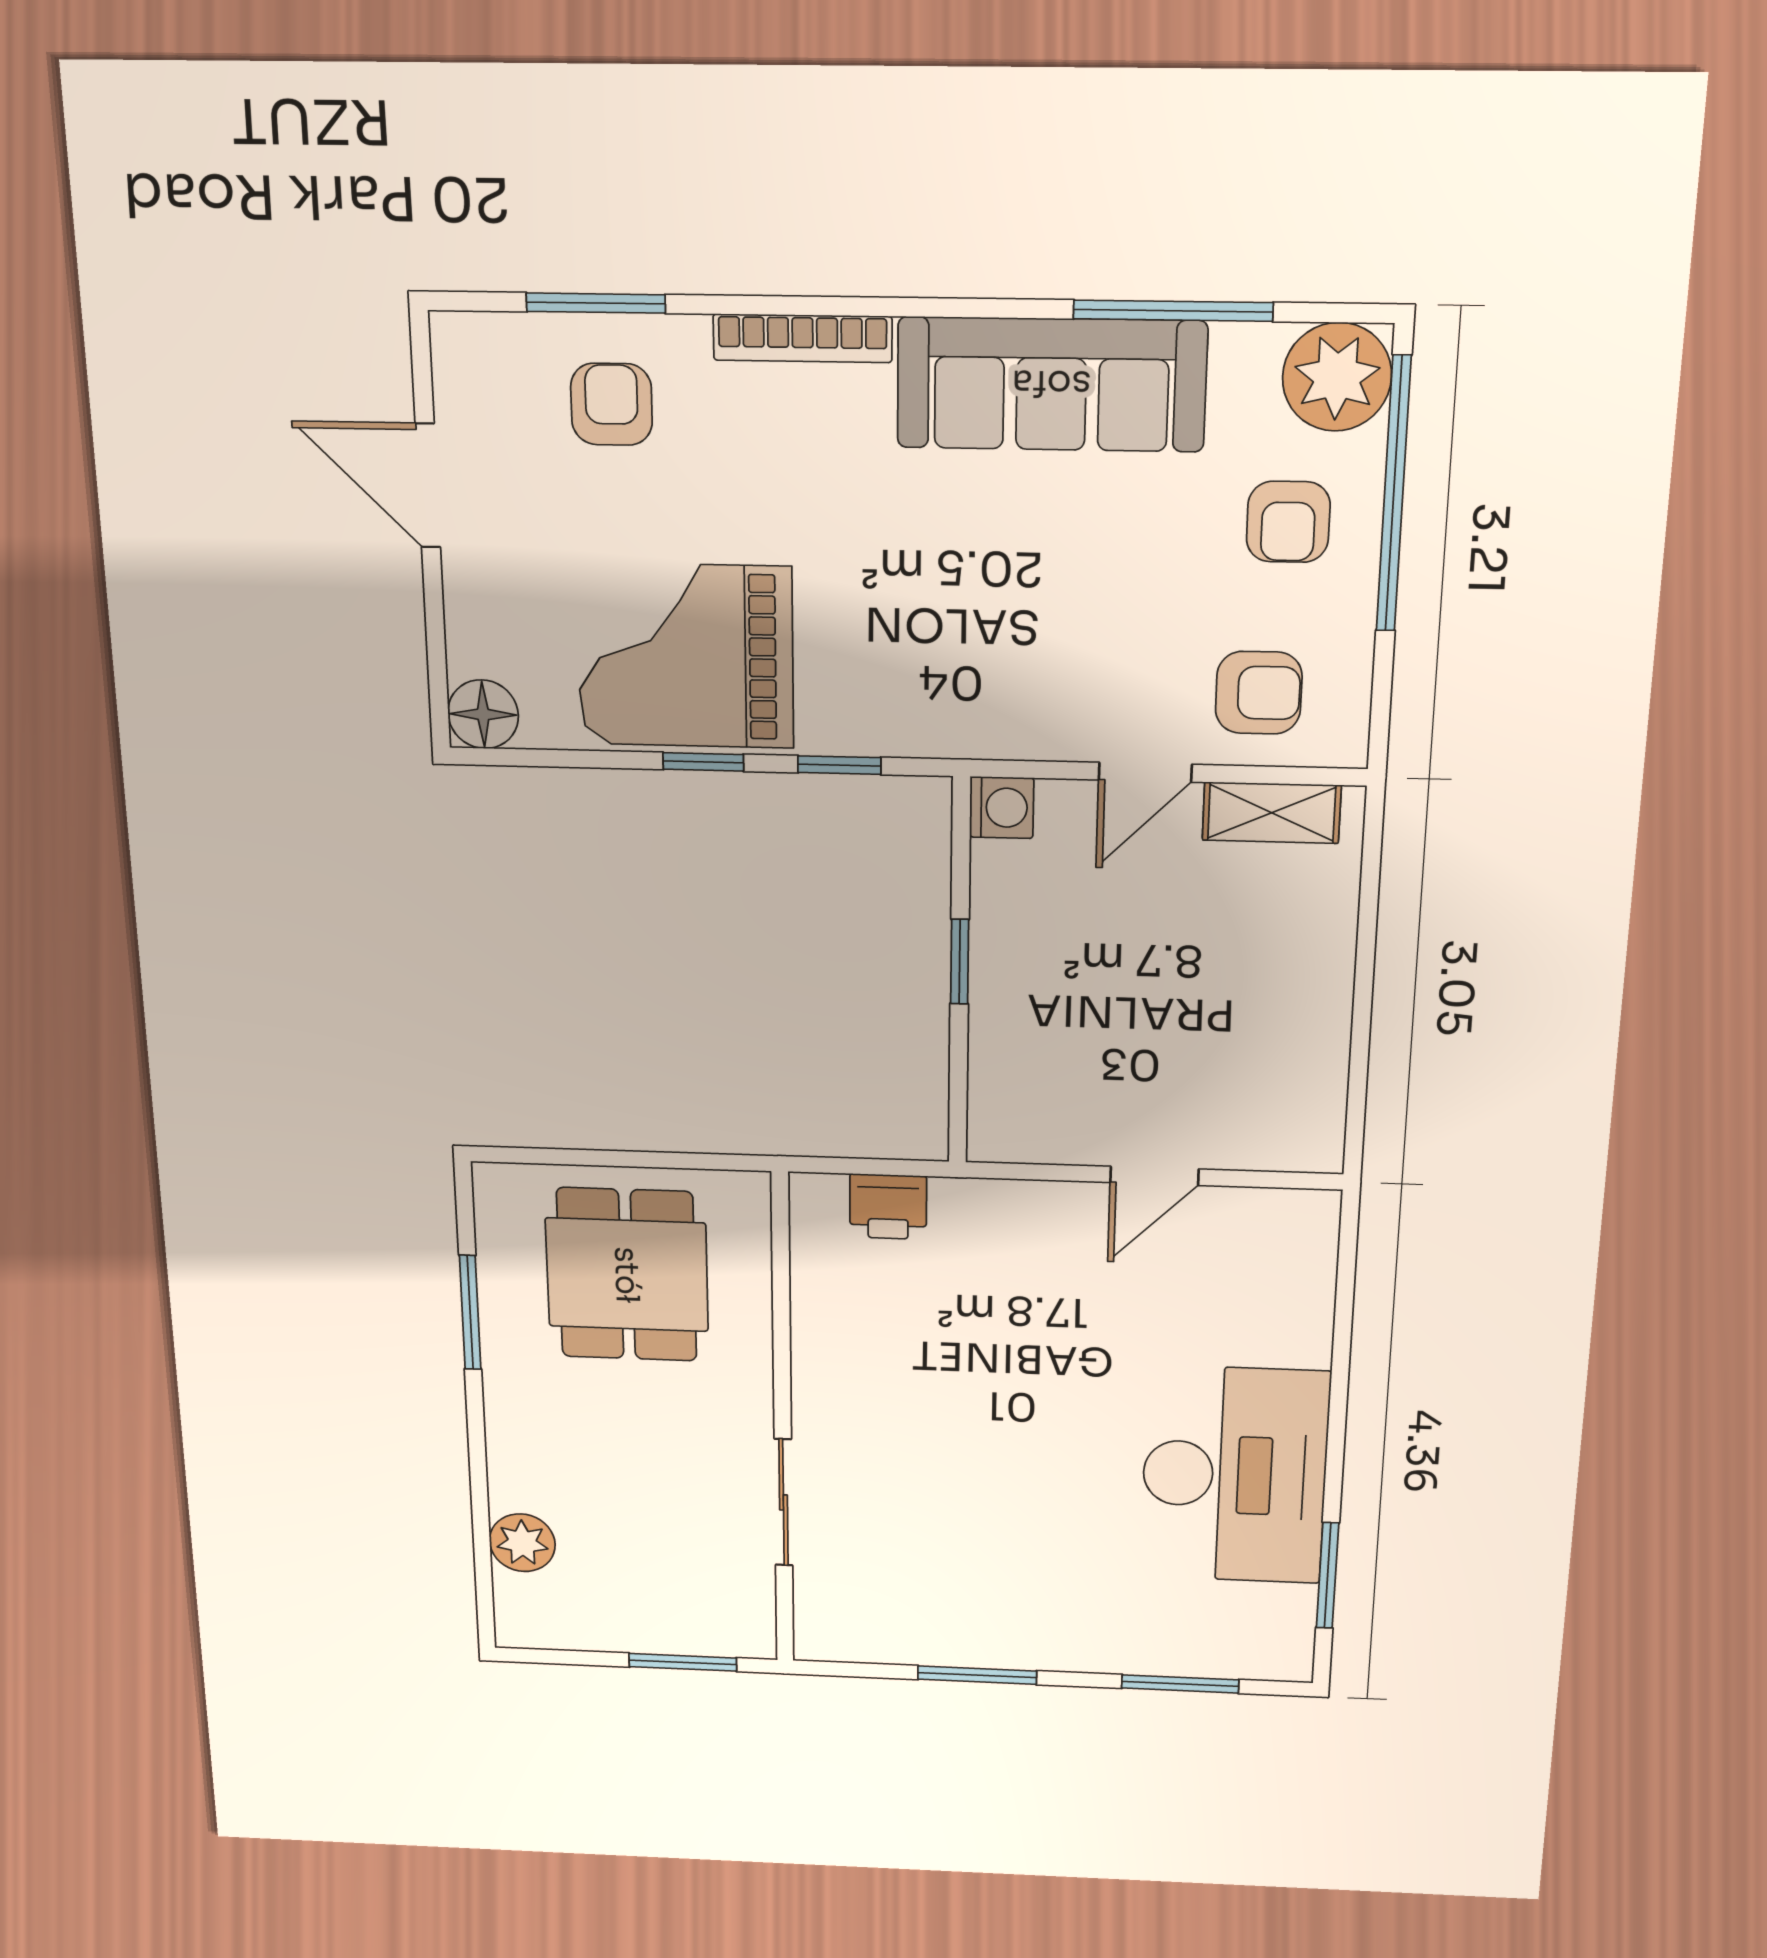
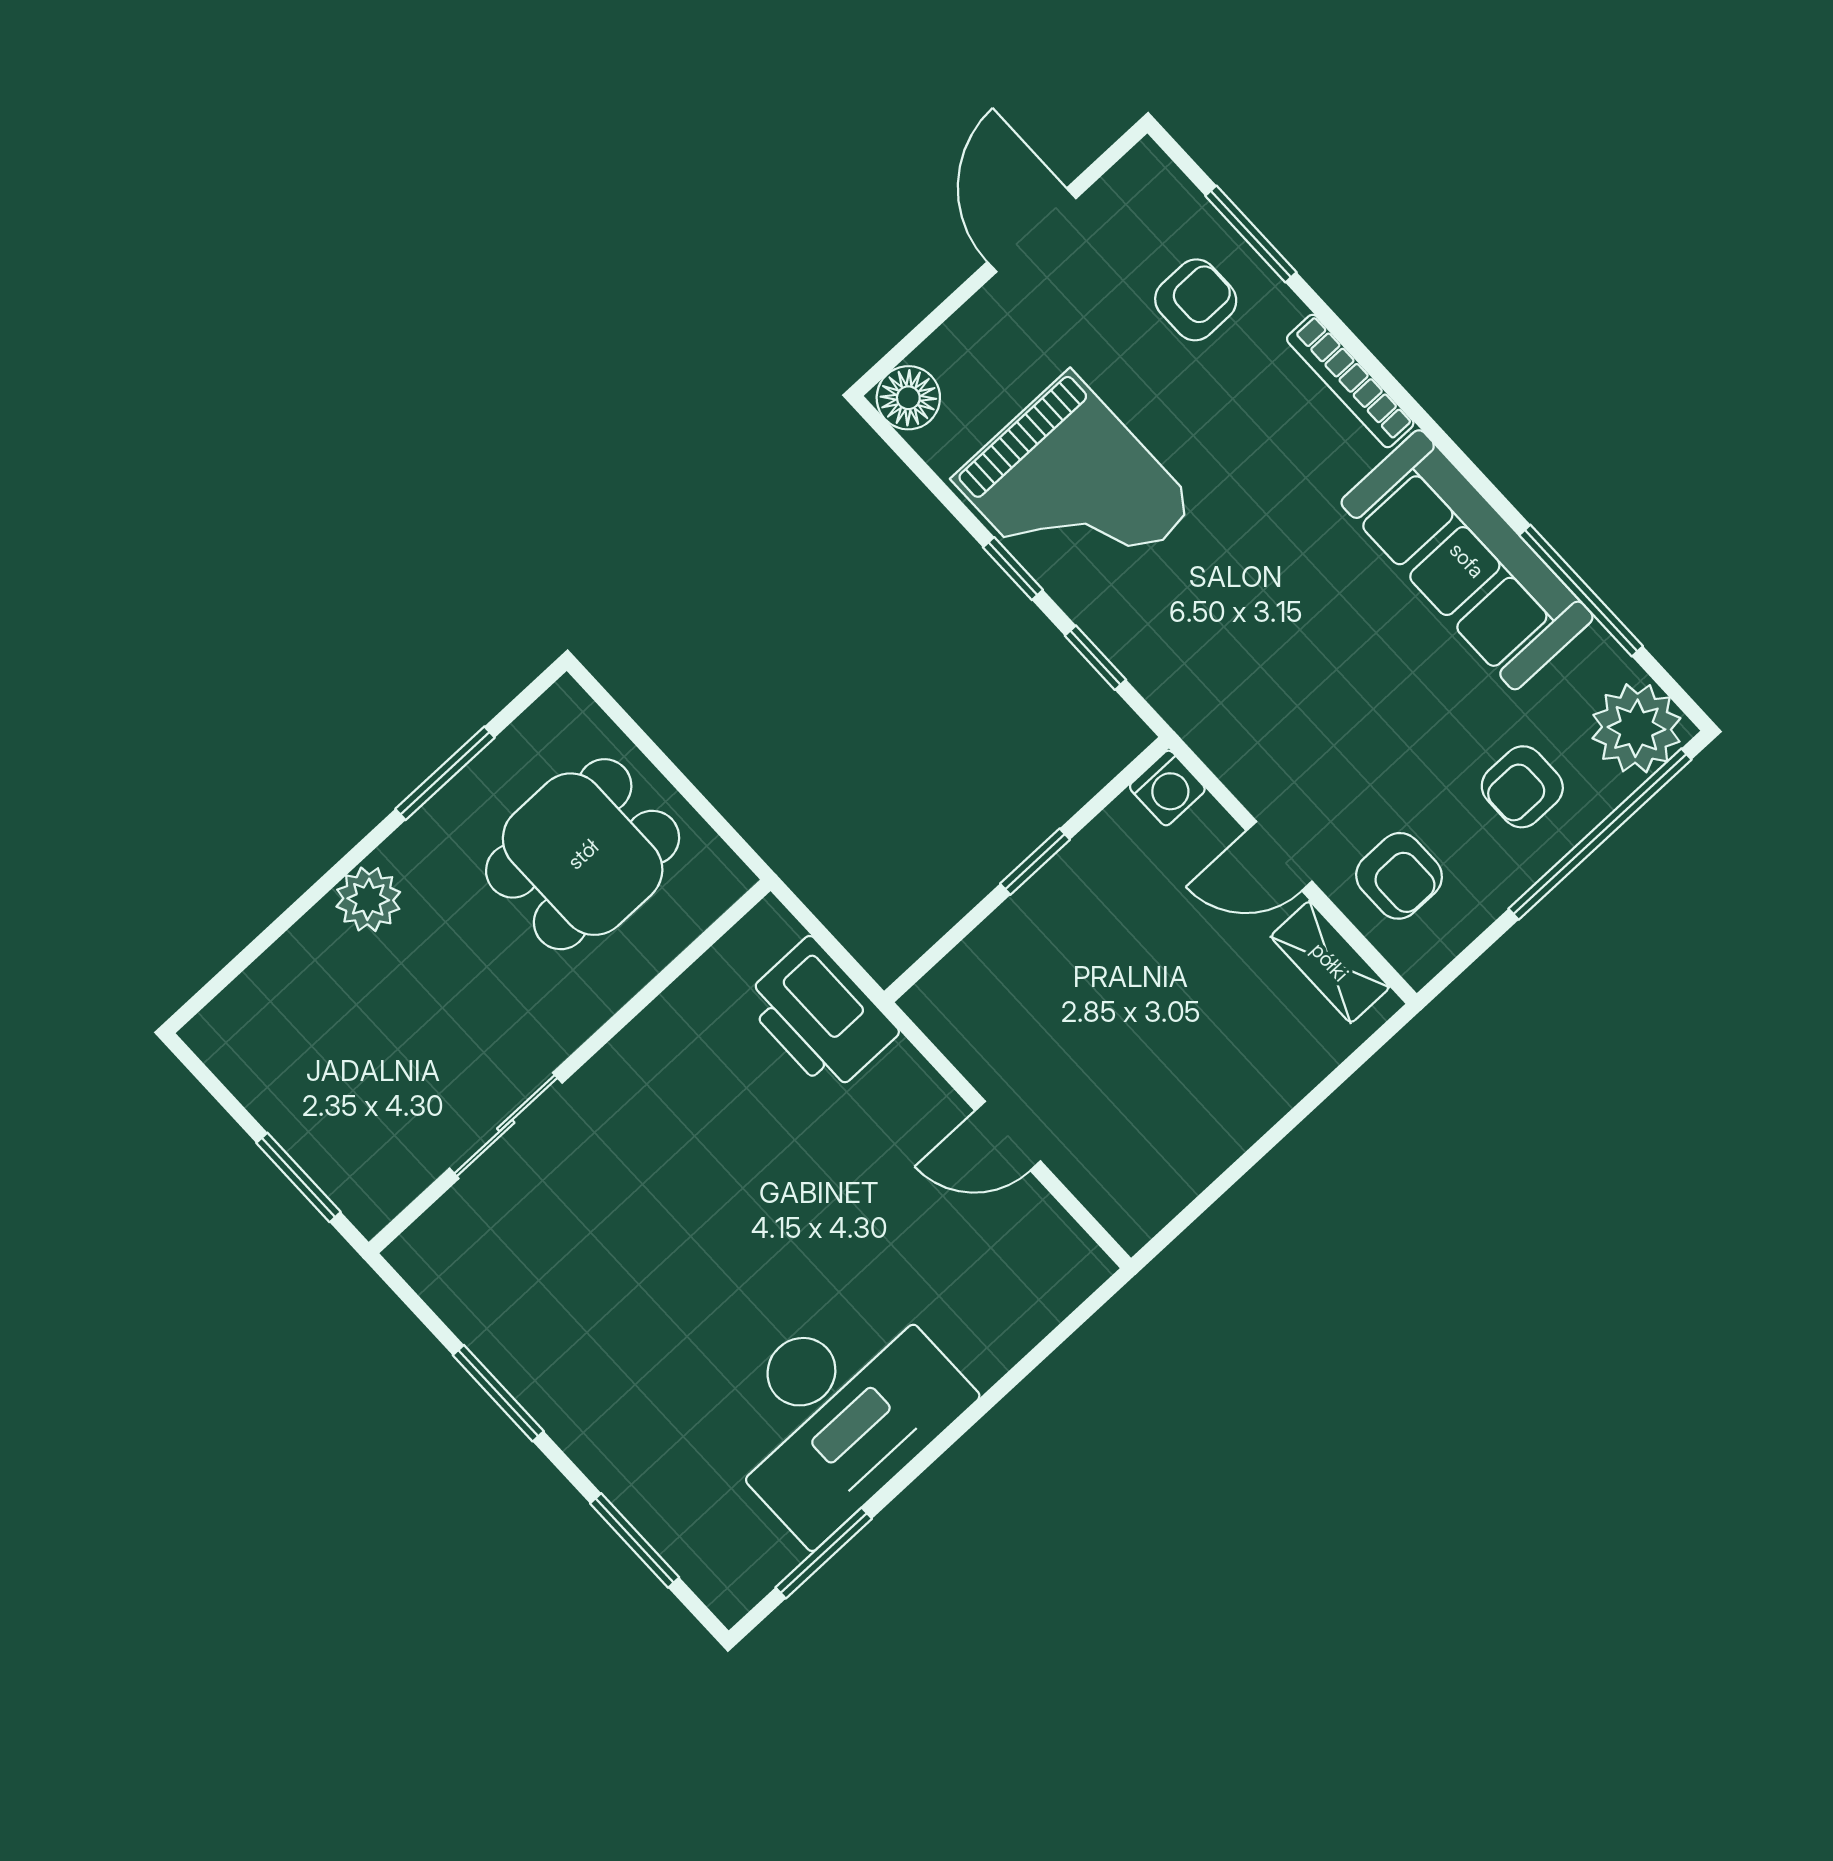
grand piano: (685, 656) -> (1074, 493), turned 180
printer: (888, 1207) -> (820, 1016), width x1.87, depth x1.48
plant: (522, 1543) -> (368, 899), moved

